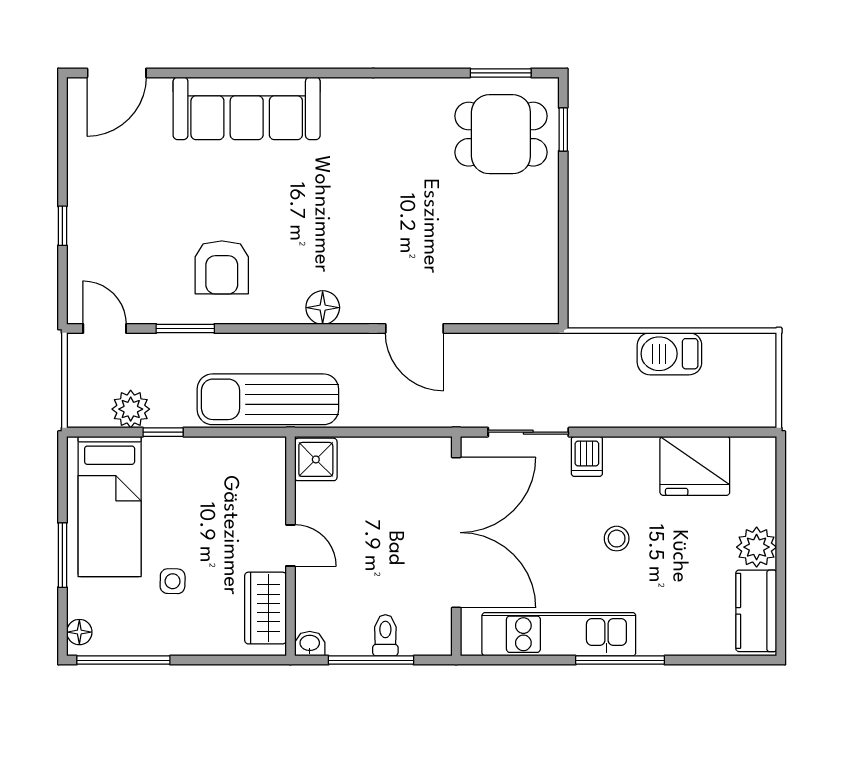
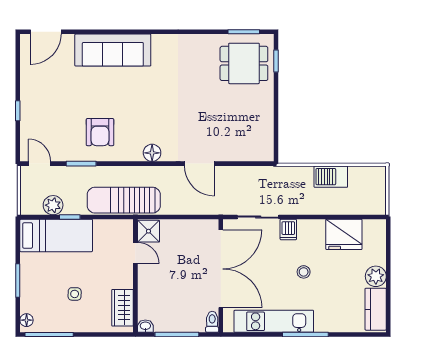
bed: (110, 506) -> (56, 235), moved, turned -90
door: (290, 545) -> (135, 253), moved
toilet: (385, 635) -> (212, 322), moved

